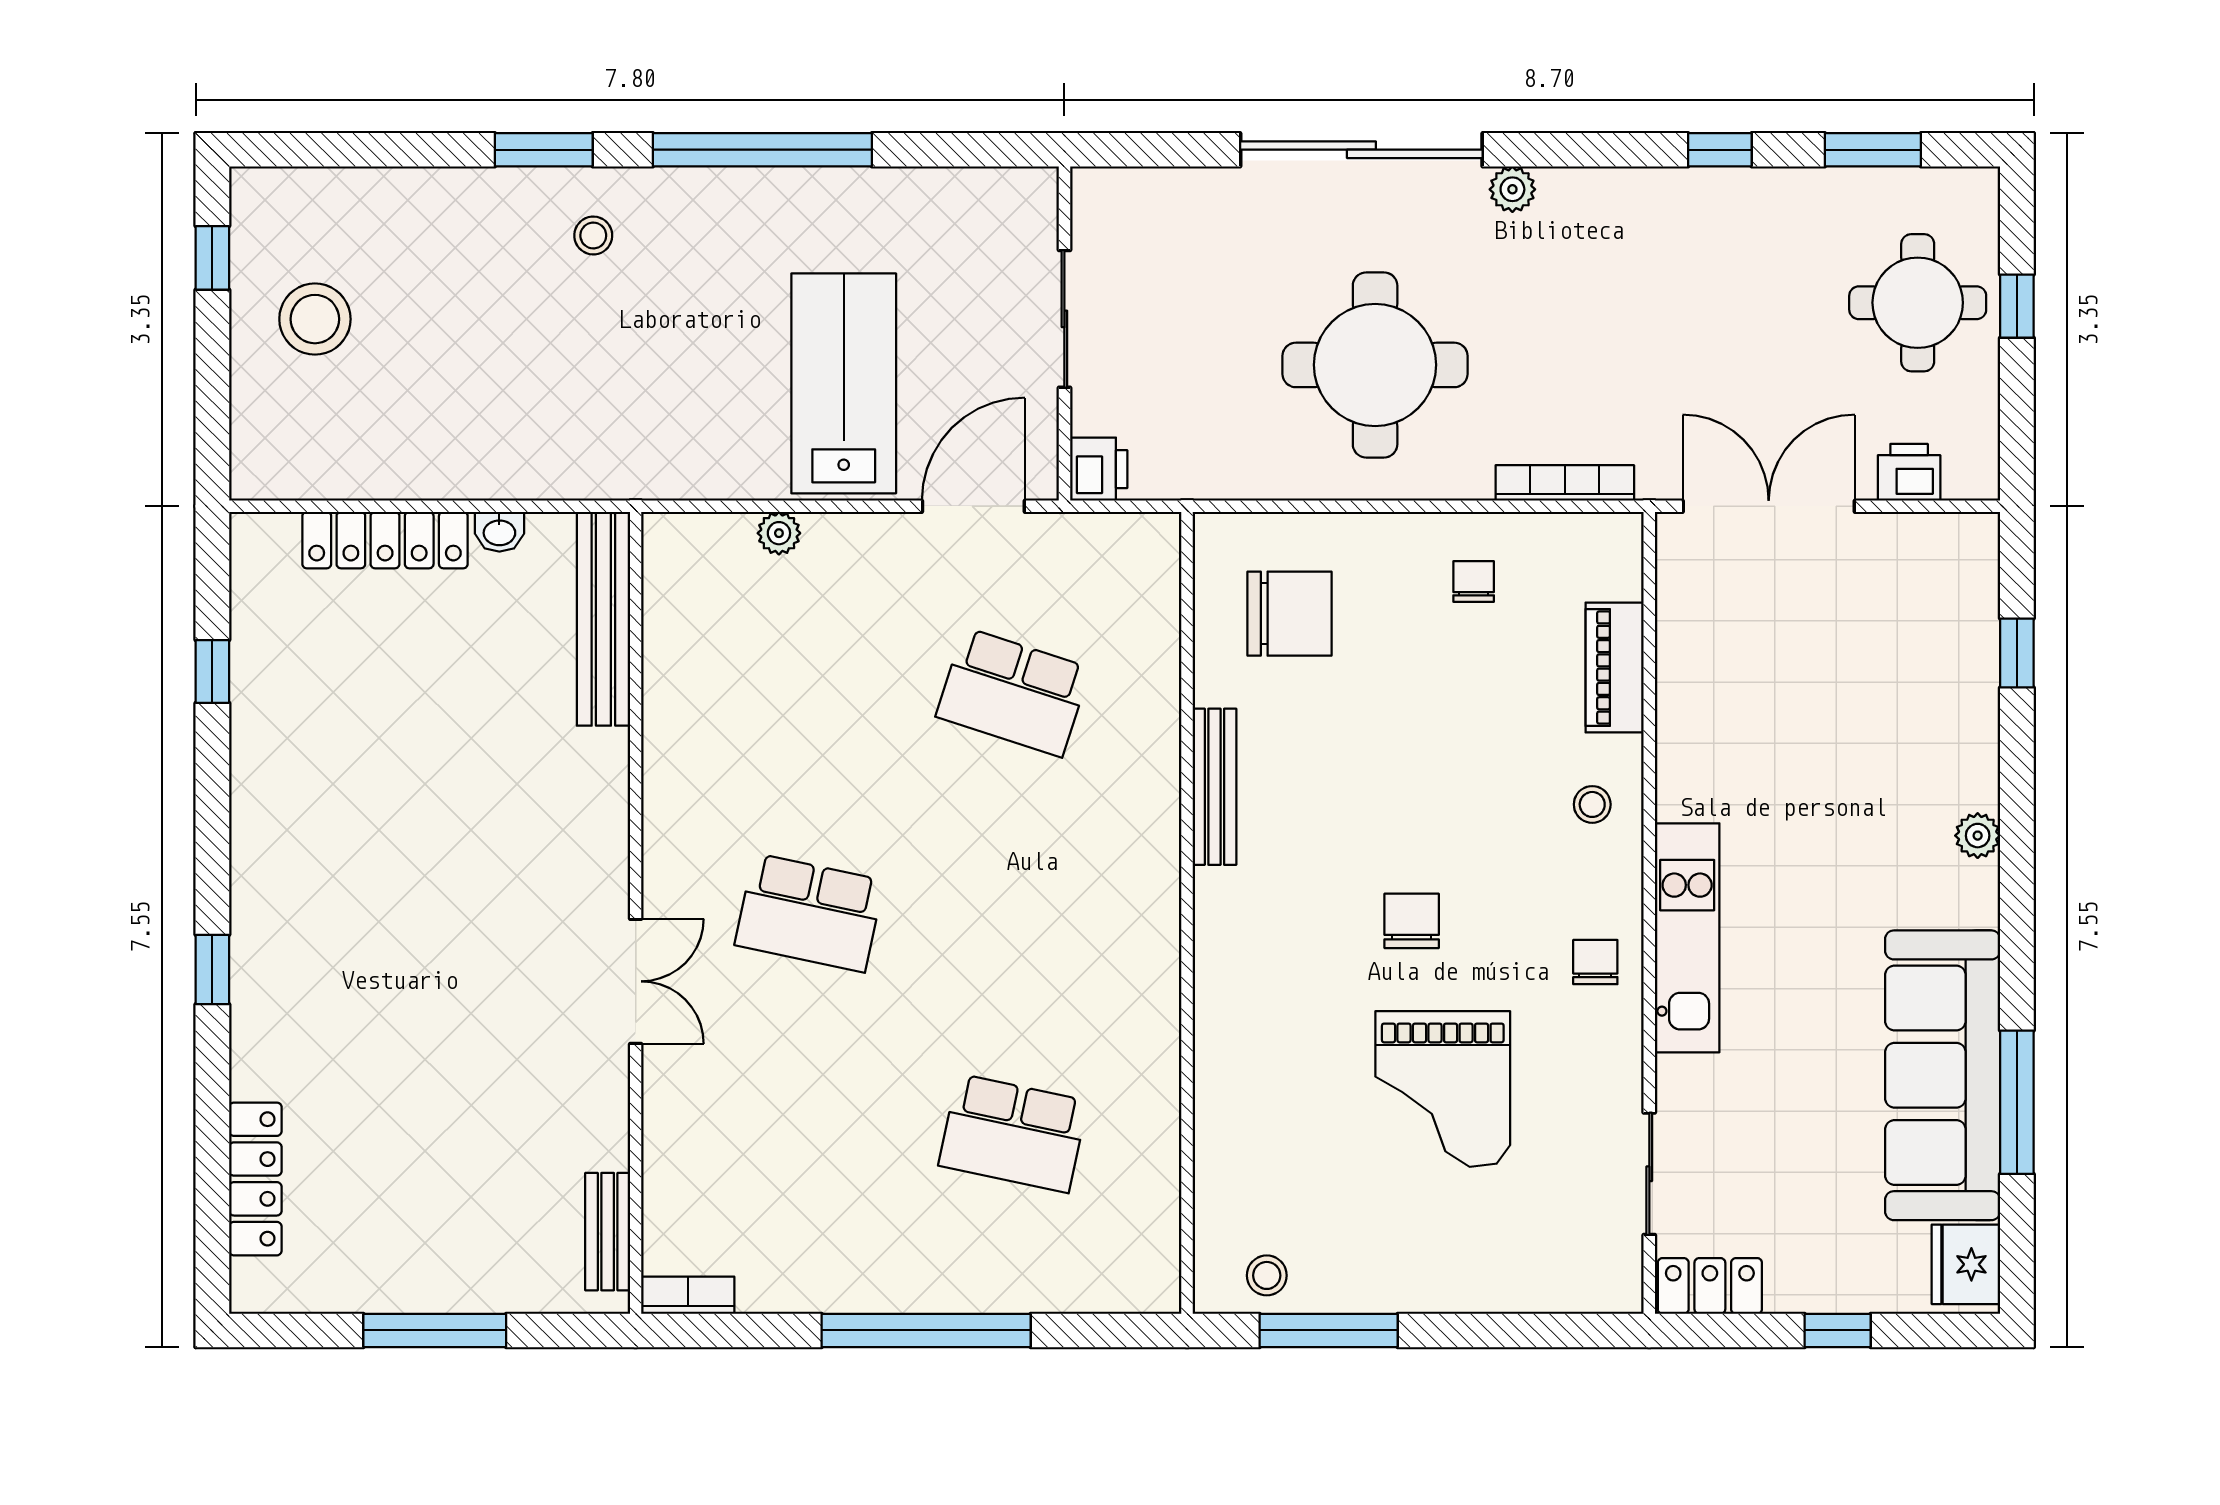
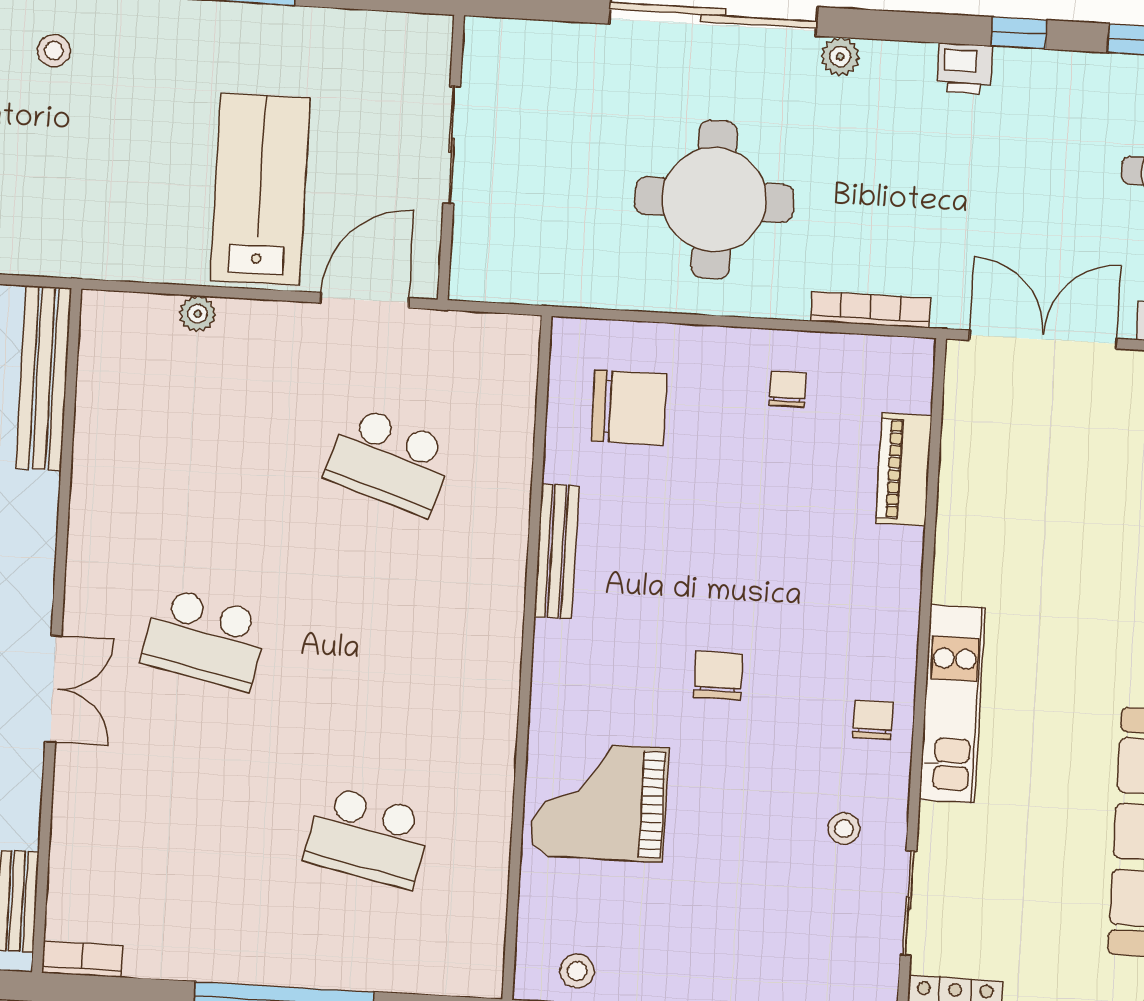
printer: (1099, 469) -> (965, 69), moved, turned 90
stool: (1592, 804) -> (844, 829), moved
grand piano: (1443, 1089) -> (599, 802), moved, turned 90

